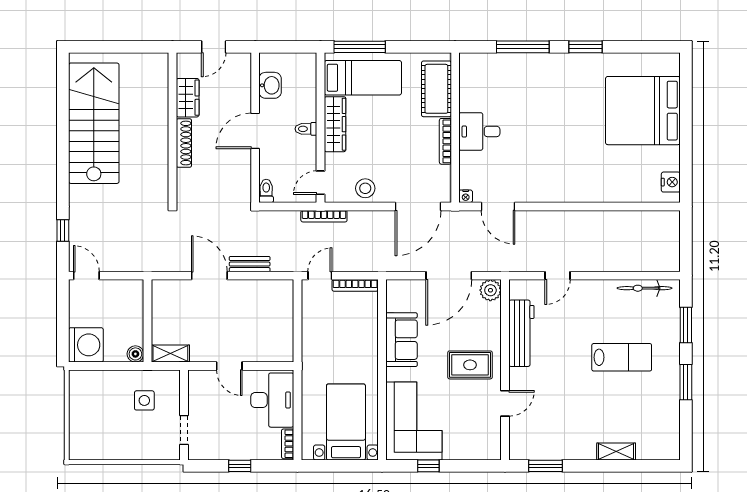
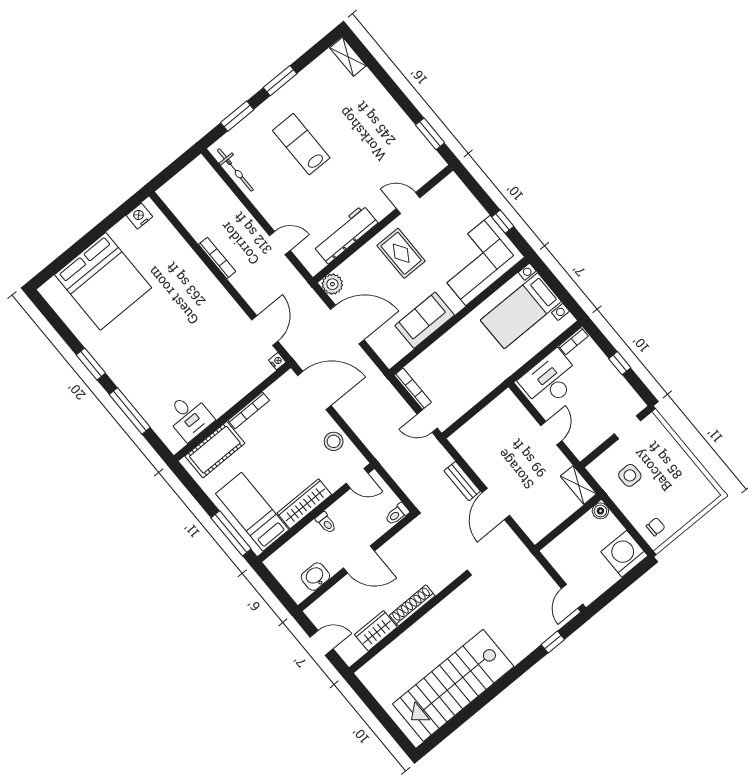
desk: (479, 131) -> (189, 417), moved
bookcase: (324, 216) -> (217, 258), moved
chair: (87, 387) -> (656, 527), added
shelving: (616, 452) -> (348, 57), moved

